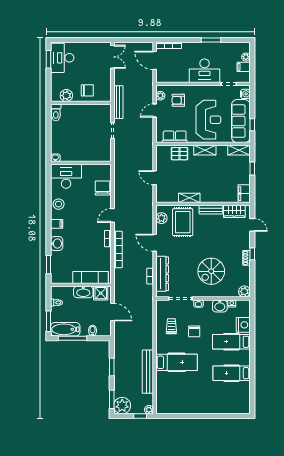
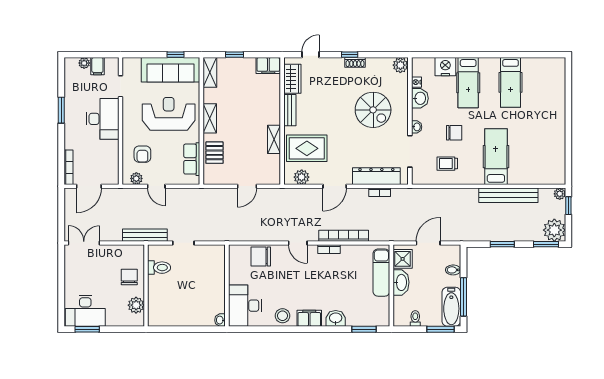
water cooler: (245, 94) -> (134, 64), removed
toilet: (56, 113) -> (159, 268), moved
filing cabinet: (57, 224) -> (309, 318), width x2.00

